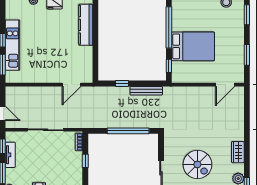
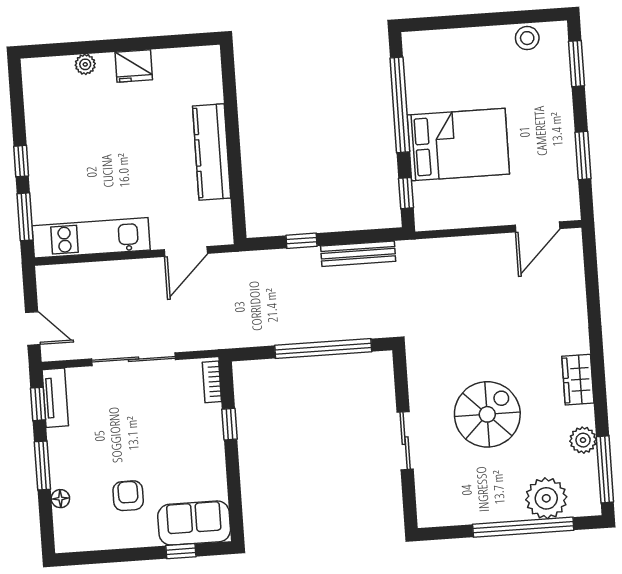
kitchen counter: (86, 25) -> (212, 152), moved
kitchen unit: (13, 45) -> (91, 238), moved, turned -90
tv unit: (10, 155) -> (55, 398), moved
spiral stairs: (197, 164) -> (487, 414), turned -90

